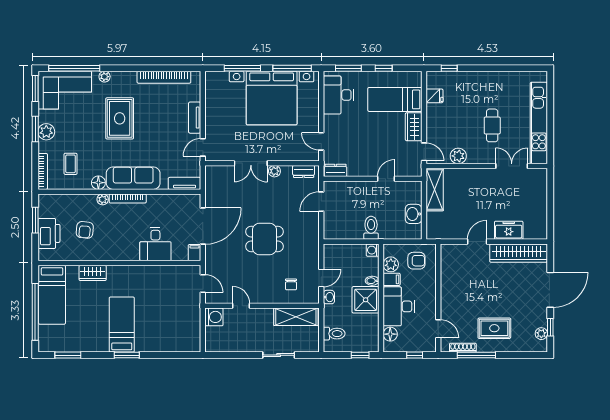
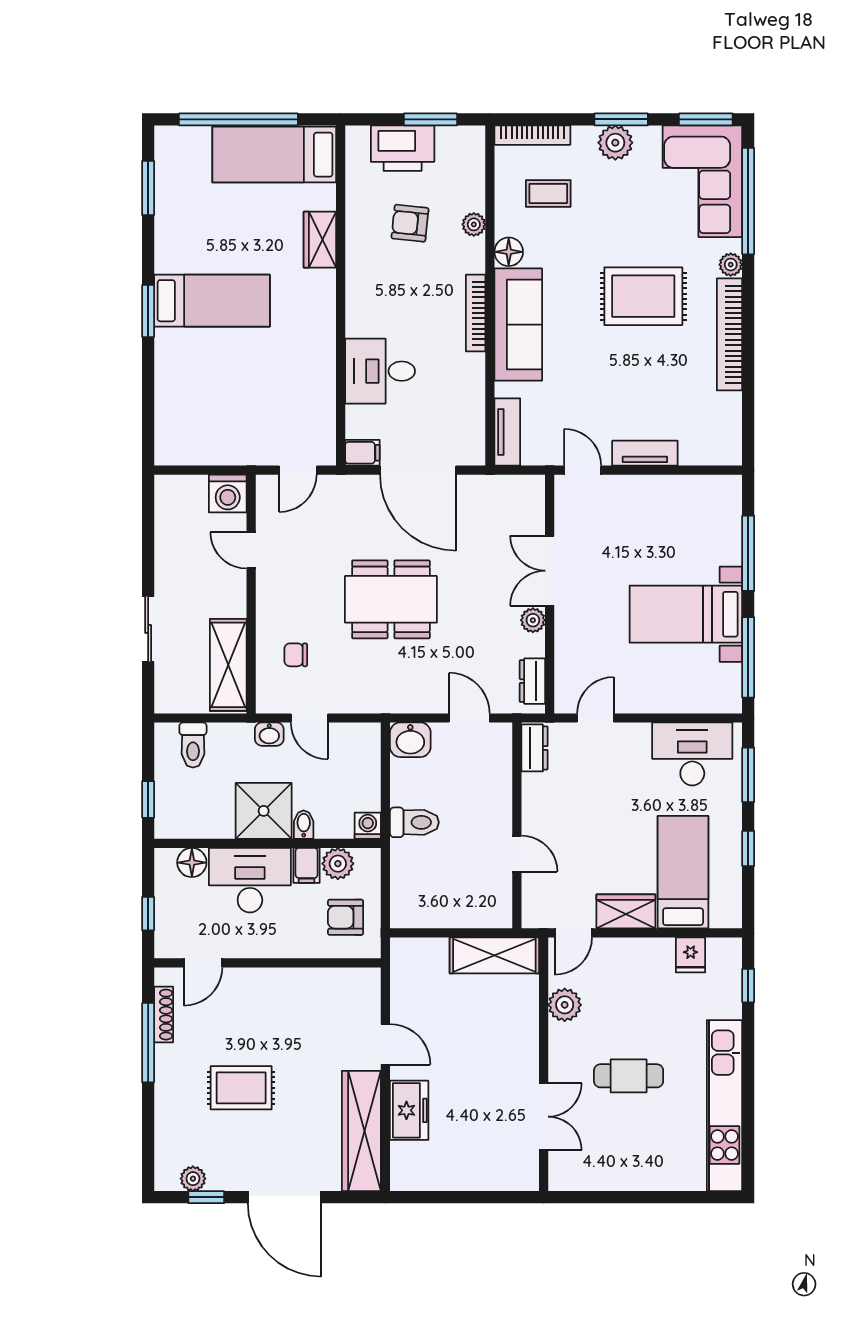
bookcase: (164, 77) -> (729, 334), moved
bed with nightstands: (272, 98) -> (686, 614), width x0.54
kitchen unit: (539, 123) -> (725, 1106), moved, turned -90
plant: (103, 199) -> (474, 224), moved
washbasin: (414, 214) -> (410, 740), moved, turned 180
dining table: (264, 239) -> (391, 599), width x1.38
armchair: (416, 261) -> (346, 917), turned 90
door: (241, 306) -> (251, 550), swing flipped
rug: (494, 328) -> (241, 1088), moved, turned 90

